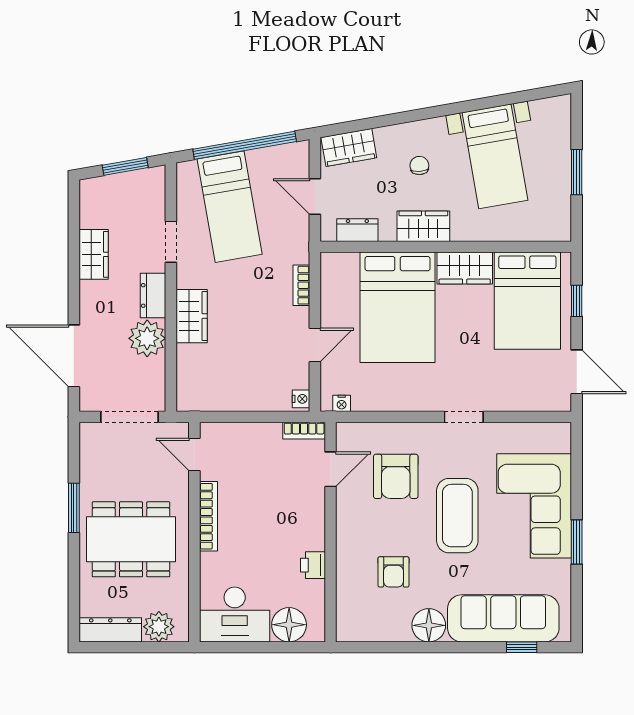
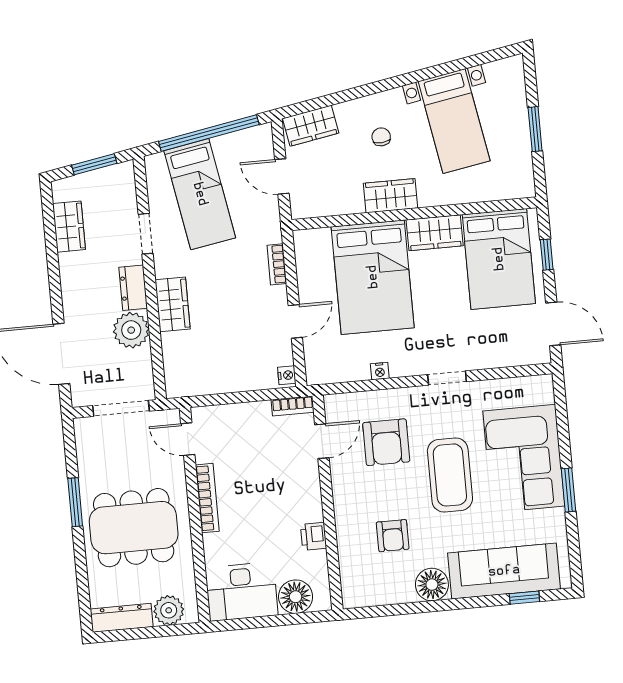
dresser: (357, 230) -> (326, 205), removed
wardrobe: (94, 254) -> (69, 227), moved
nightstand: (342, 403) -> (380, 371), moved

